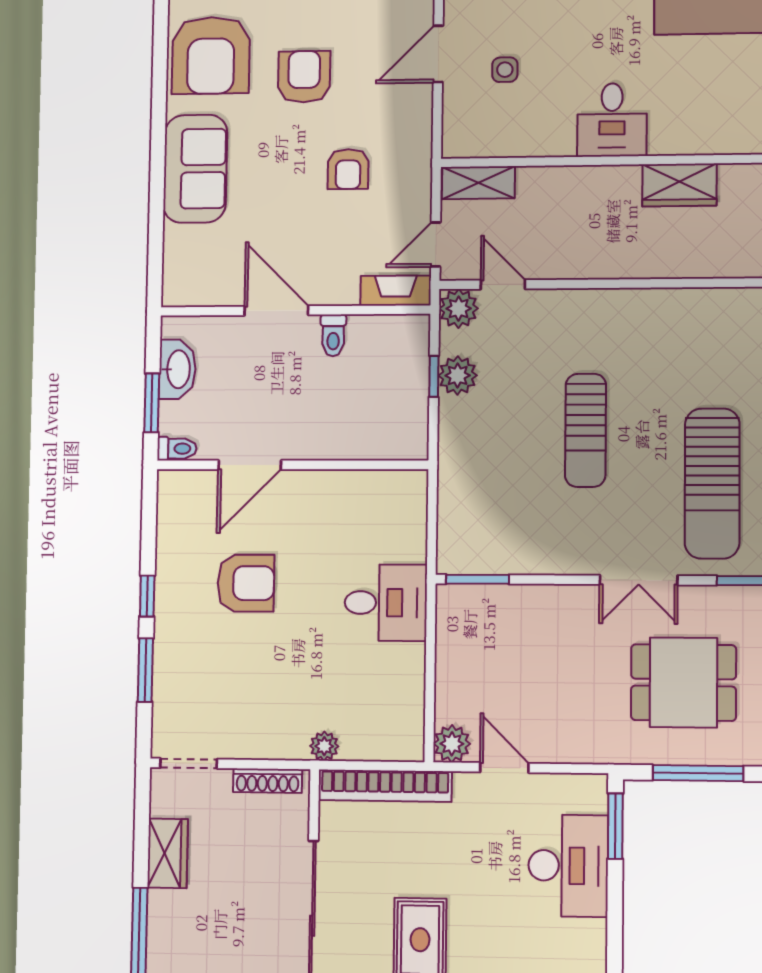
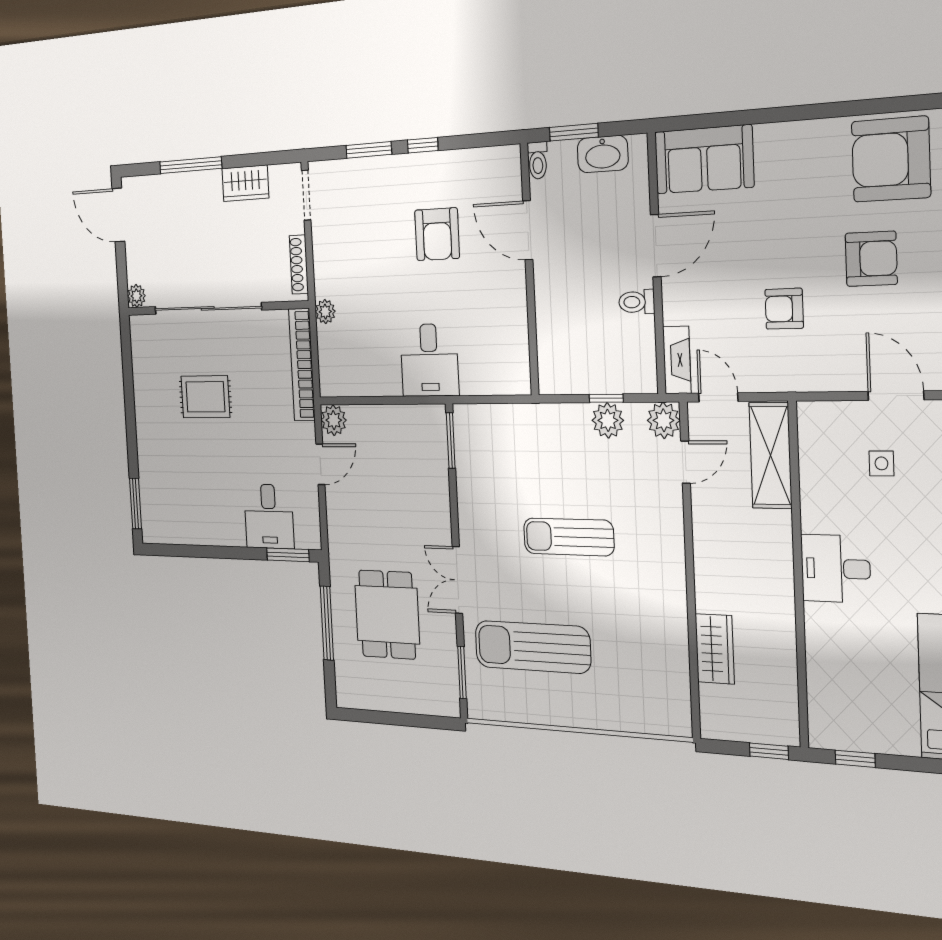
sofa: (195, 169) -> (704, 159), moved
shelving: (478, 183) -> (770, 456), width x1.50, depth x1.33
wardrobe: (679, 185) -> (715, 649), moved, turned 180
desk: (568, 866) -> (269, 516), width x0.73

